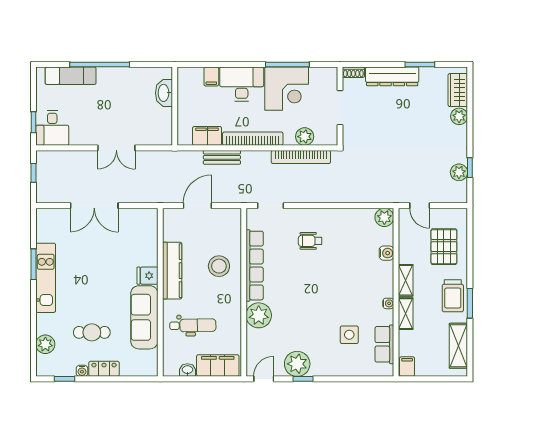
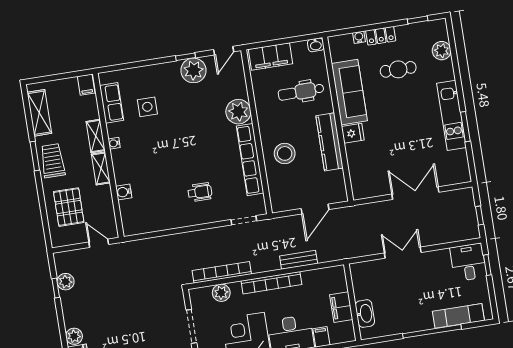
filing cabinet: (207, 136) -> (341, 307), moved, turned 90
plant: (384, 217) -> (131, 226), removed
washbasin: (187, 370) -> (316, 45), moved
water cooler: (82, 371) -> (359, 37), moved

